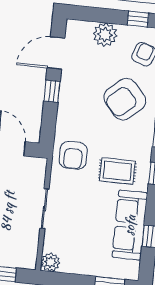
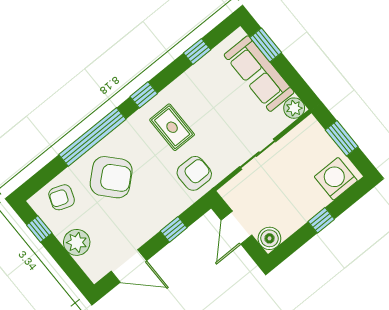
window: (52, 91) -> (174, 229), moved
sofa: (130, 225) -> (259, 74), moved, turned 90

